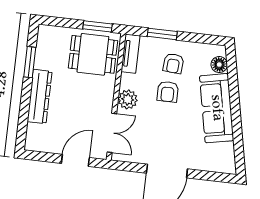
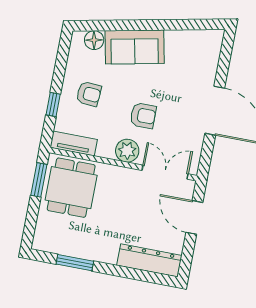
window: (162, 34) -> (53, 104), width x0.67
armchair: (168, 92) -> (143, 116), moved
dresser: (40, 97) -> (149, 260), moved
sofa: (217, 108) -> (135, 47), width x0.73

